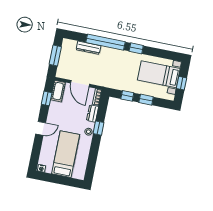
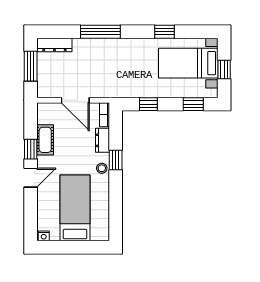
window: (105, 42) -> (100, 32), width x0.68
dresser: (88, 48) -> (54, 45), moved
window: (136, 48) -> (165, 32), moved
cot: (58, 91) -> (45, 140), moved
window: (47, 98) -> (31, 149), moved
window: (146, 100) -> (193, 104), moved

